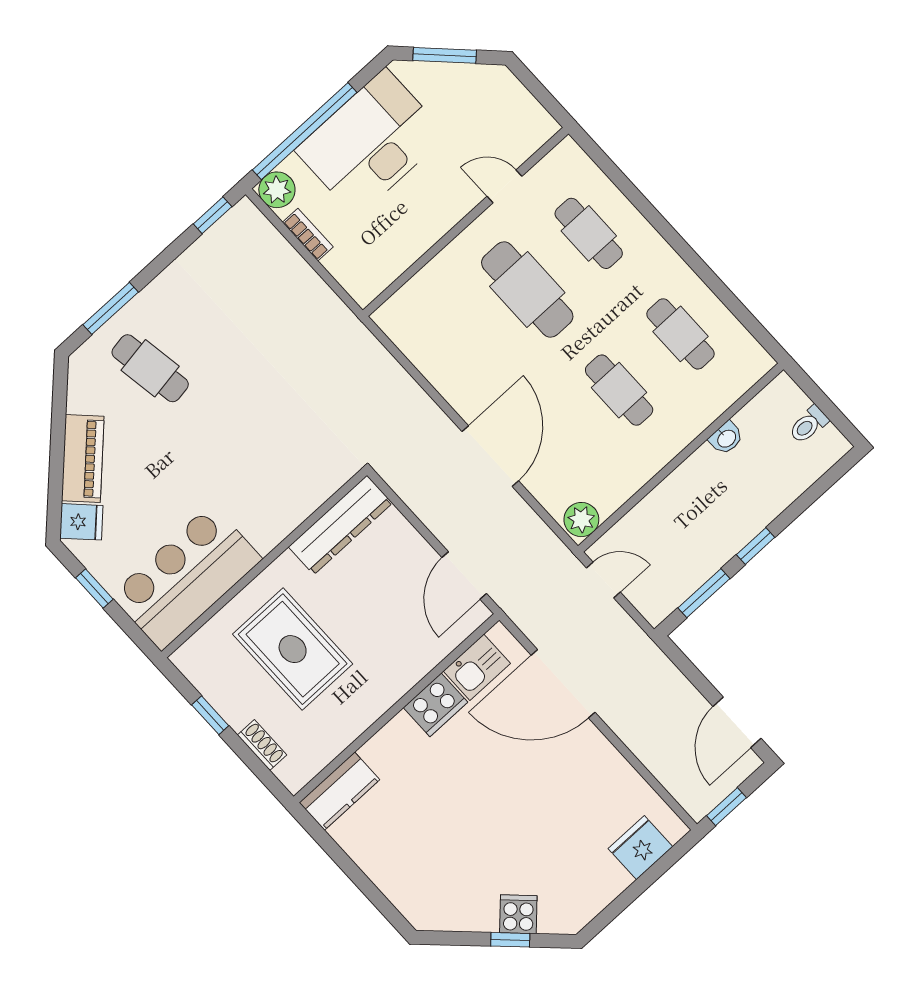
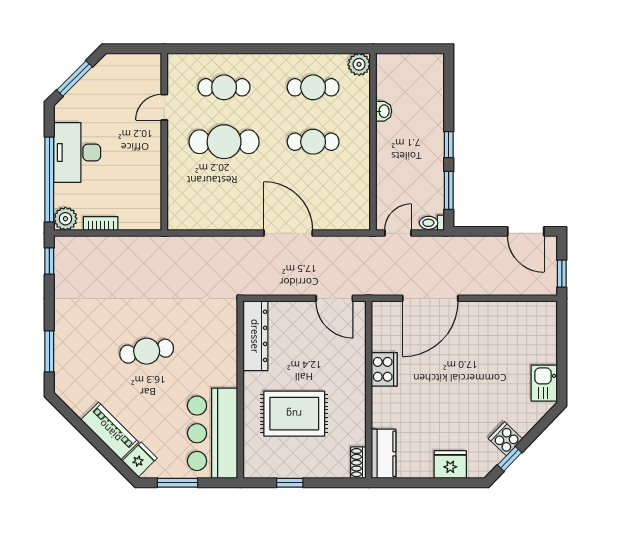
desk: (371, 143) -> (77, 152), width x0.73, depth x0.77
cafe table: (150, 368) -> (147, 351), moved
toilet: (809, 425) -> (432, 223), moved, turned 90
plant: (581, 520) -> (359, 64), moved
window: (94, 589) -> (178, 483), width x1.50
kitchen sink: (477, 667) -> (544, 383), moved, turned 180
shoe rack: (262, 745) -> (358, 463), moved, turned -90
fridge: (640, 848) -> (450, 465), moved, turned 90
cooker: (518, 914) -> (505, 439), moved
window: (510, 940) -> (510, 459), moved

